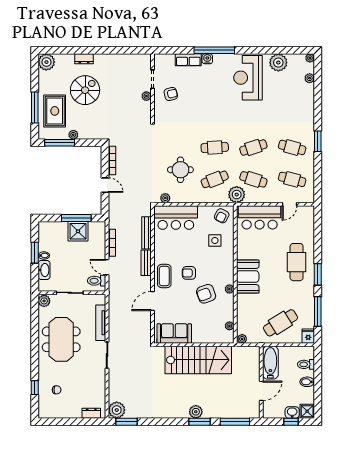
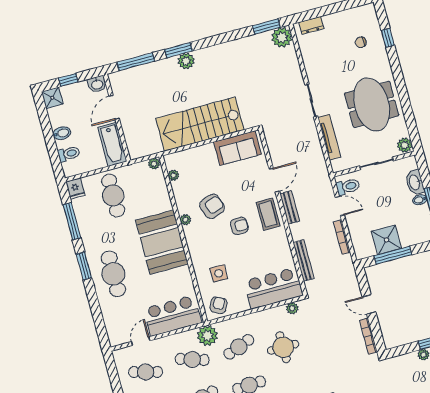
bench: (146, 263) -> (290, 207), moved
booth: (248, 277) -> (162, 242), width x1.36, depth x1.42
cafe table: (280, 323) -> (113, 196), turned -58
washbasin: (292, 412) -> (97, 84), moved

